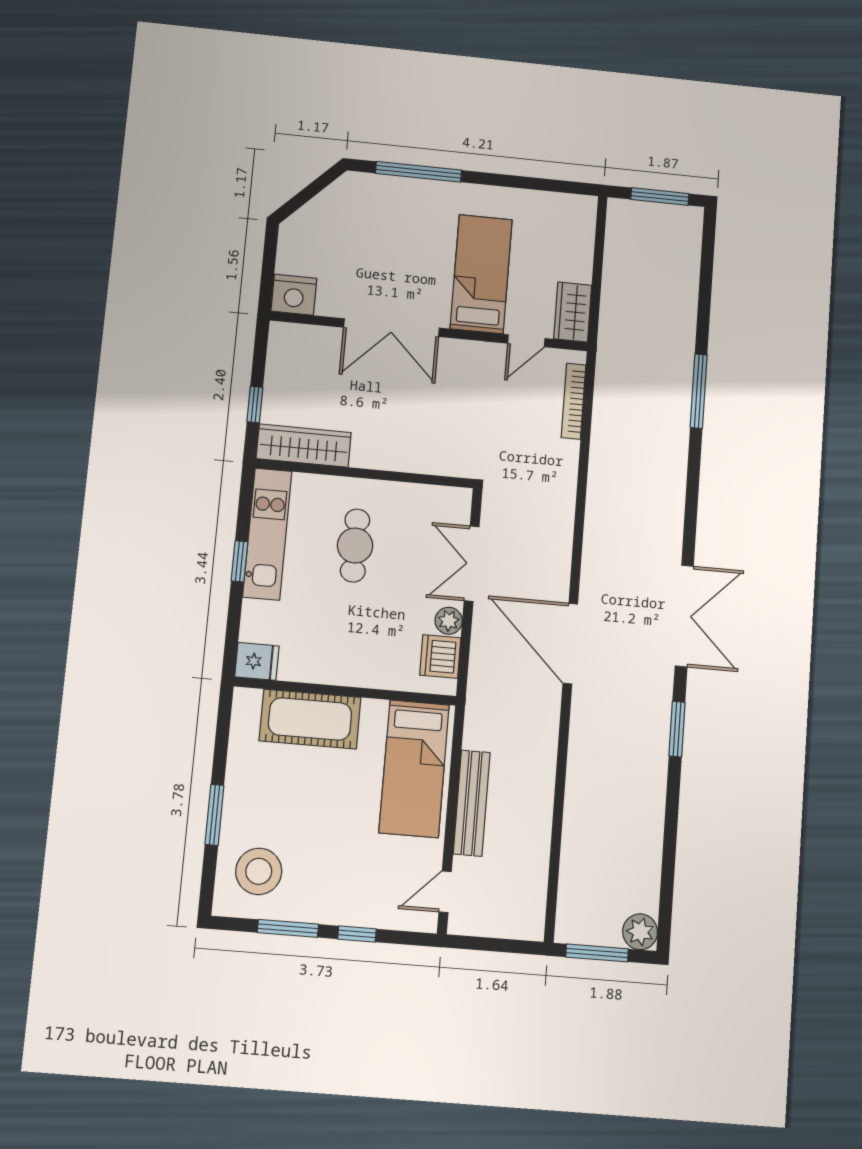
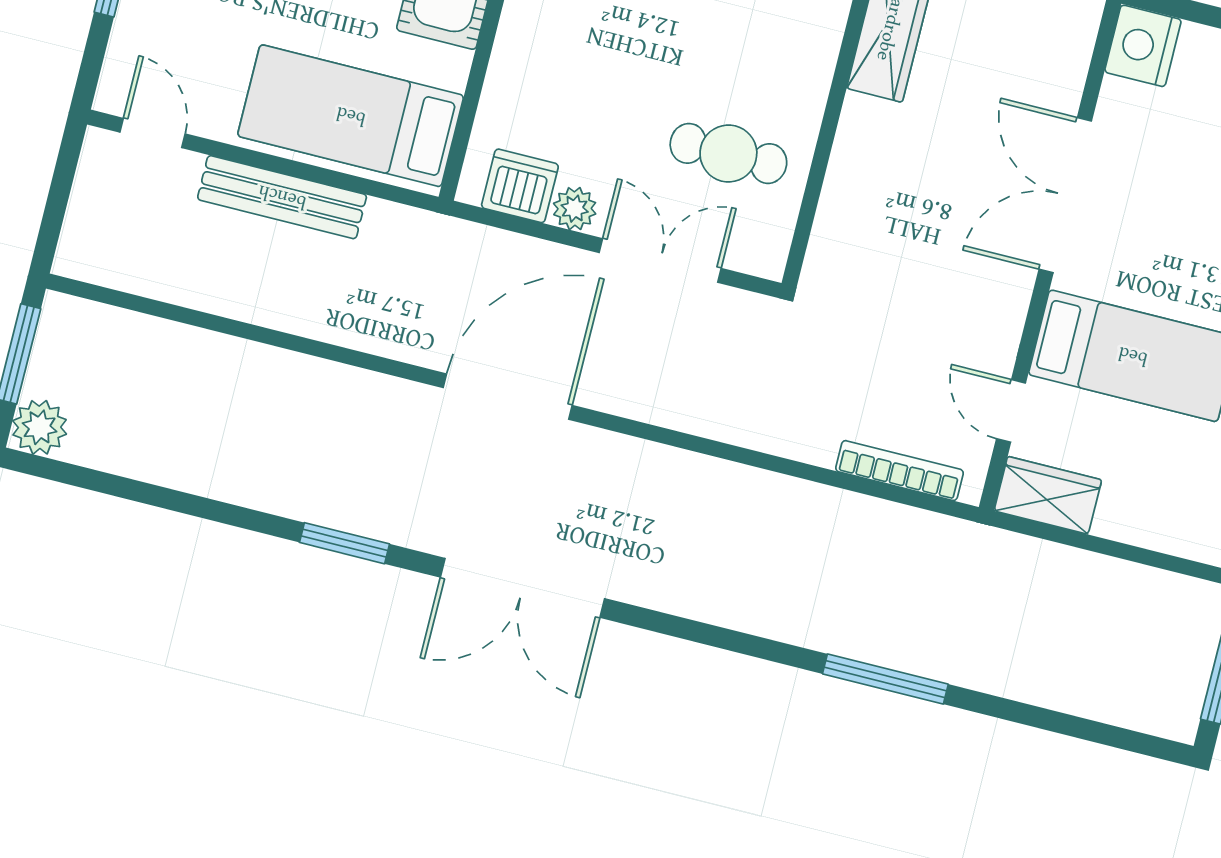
cafe table: (355, 546) -> (728, 153), moved

